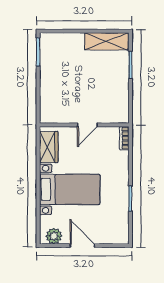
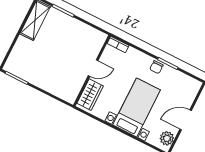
door: (87, 125) -> (93, 68), hinge flipped
wardrobe: (49, 147) -> (90, 95), moved, turned 90
chair: (121, 189) -> (156, 67), added

